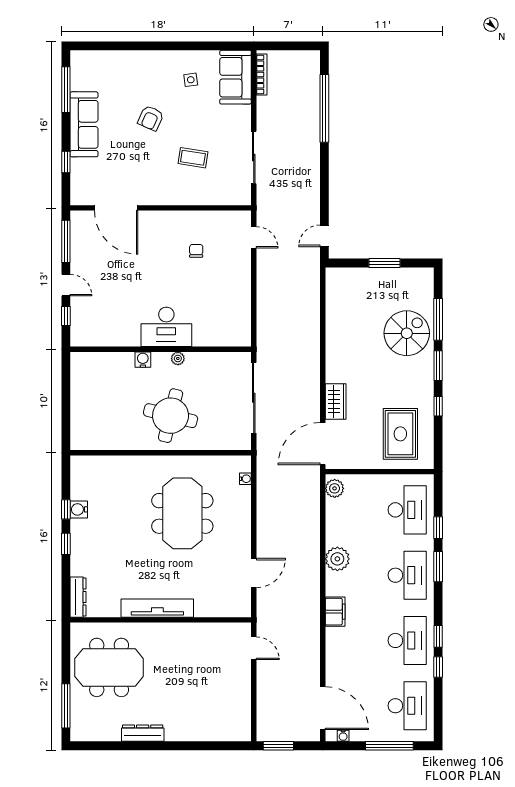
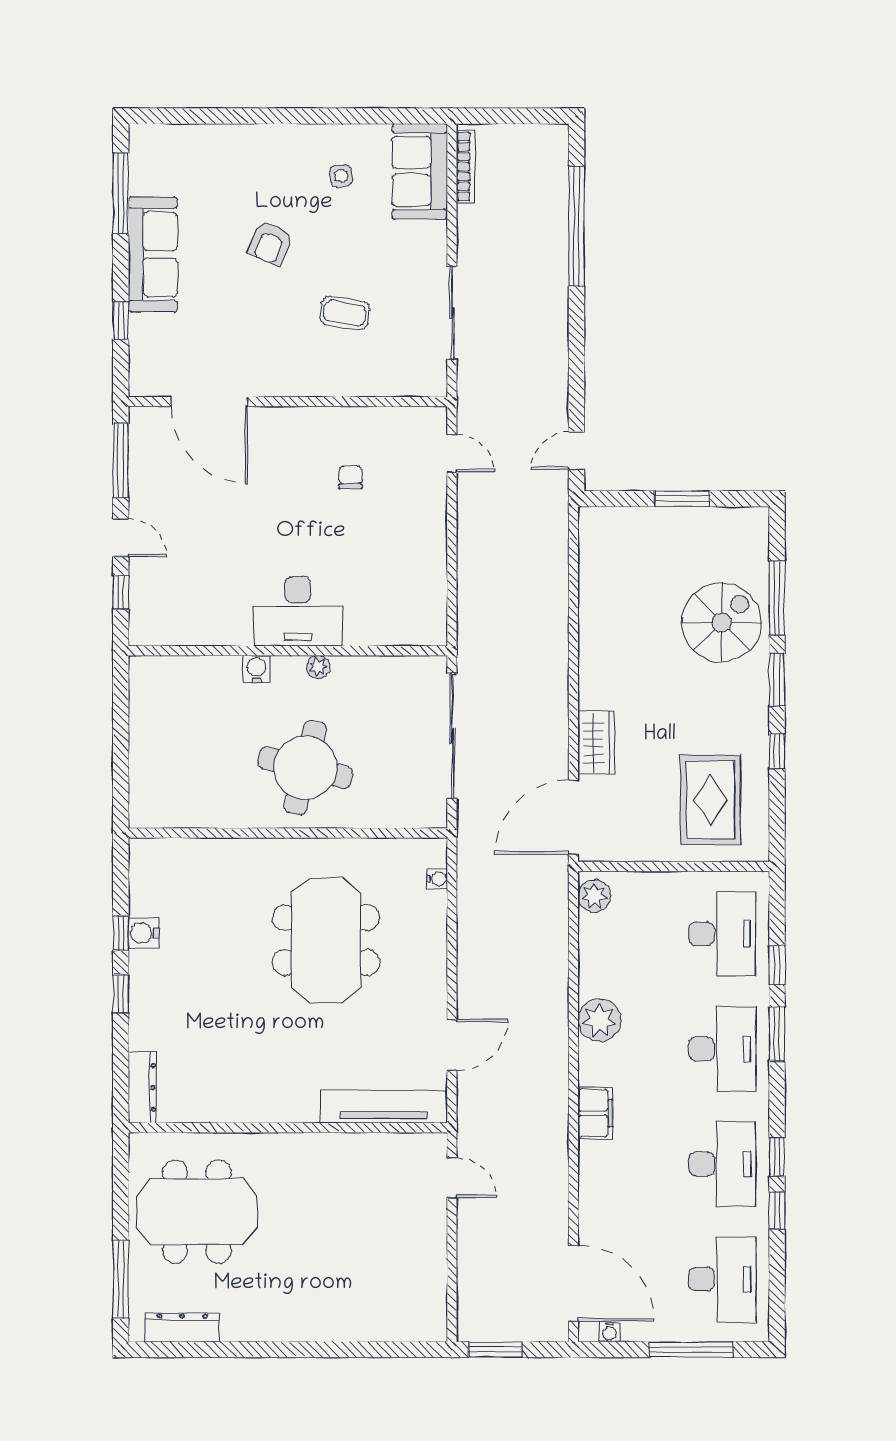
tv unit: (157, 608) -> (384, 1107), moved
dresser: (143, 733) -> (182, 1327), moved

